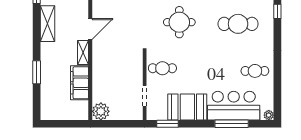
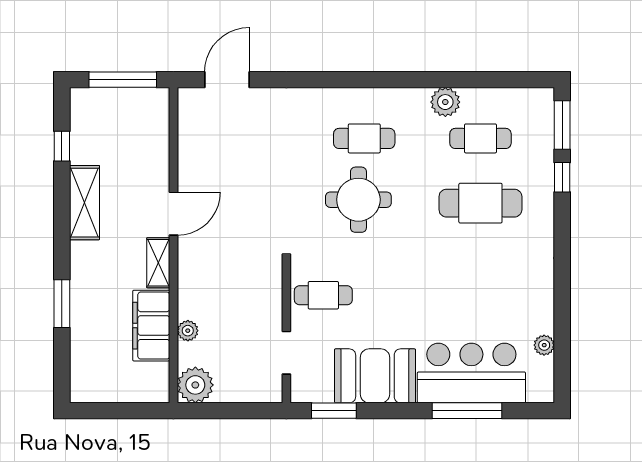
cafe table: (255, 71) -> (516, 301), removed
plant: (97, 85) -> (188, 331), added
plant: (269, 115) -> (544, 345), moved

